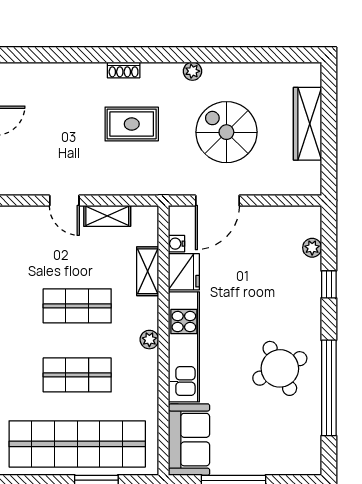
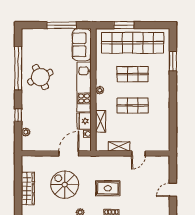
spiral stairs: (226, 132) -> (65, 185), turned 180
door: (64, 201) -> (138, 153), swing flipped

